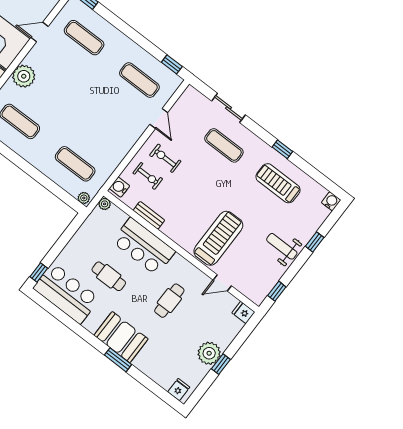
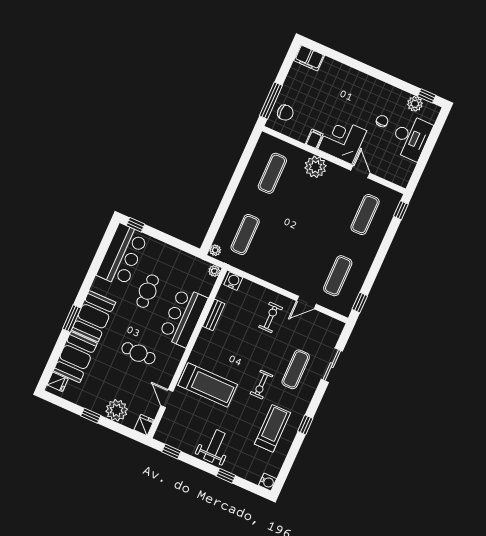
exercise bike: (148, 176) -> (261, 385), moved
plant: (209, 353) -> (117, 410), moved
booth: (158, 366) -> (75, 357), added

